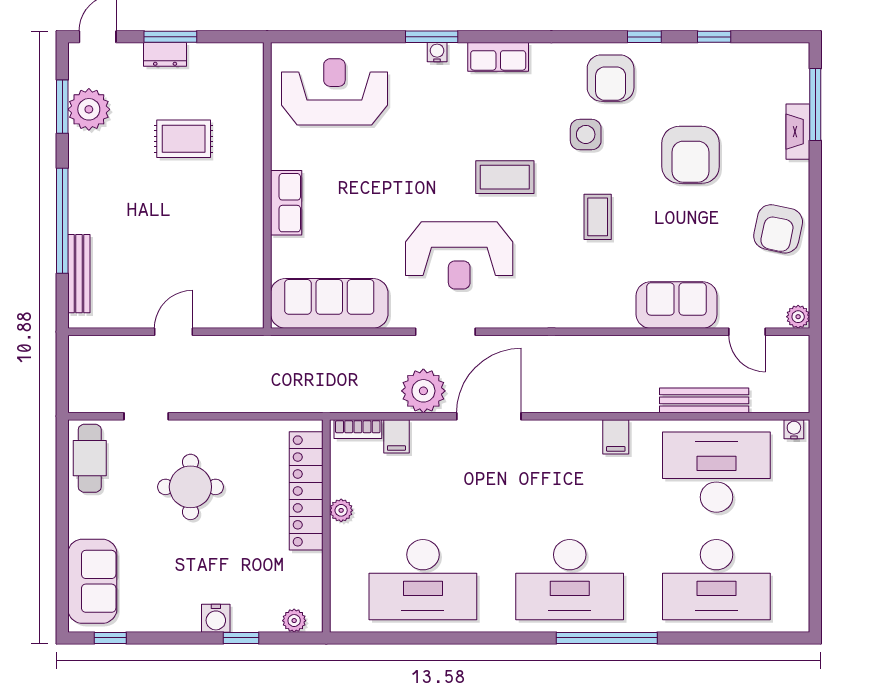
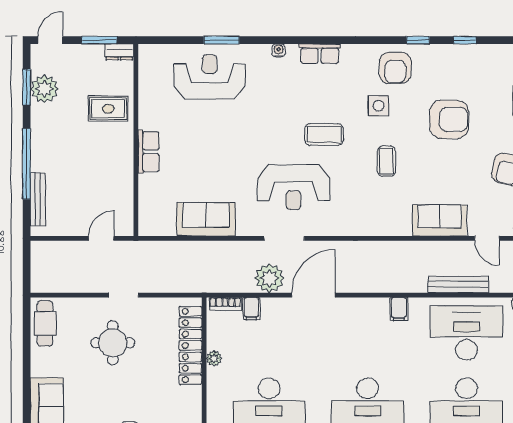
window: (432, 37) -> (222, 40), moved
dresser: (165, 54) -> (119, 52), moved
armchair: (691, 155) -> (449, 119), turned -90
wall: (267, 185) -> (136, 140), moved
row of seats: (286, 203) -> (149, 152), moved
sofa: (329, 303) -> (206, 219), width x0.73
doorway: (146, 416) -> (124, 295), moved

